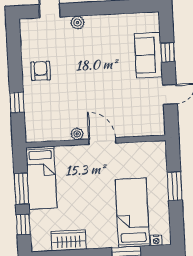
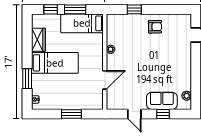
plant: (77, 23) -> (187, 96), moved
door: (102, 141) -> (105, 80), moved
bed: (132, 213) -> (55, 63), moved

